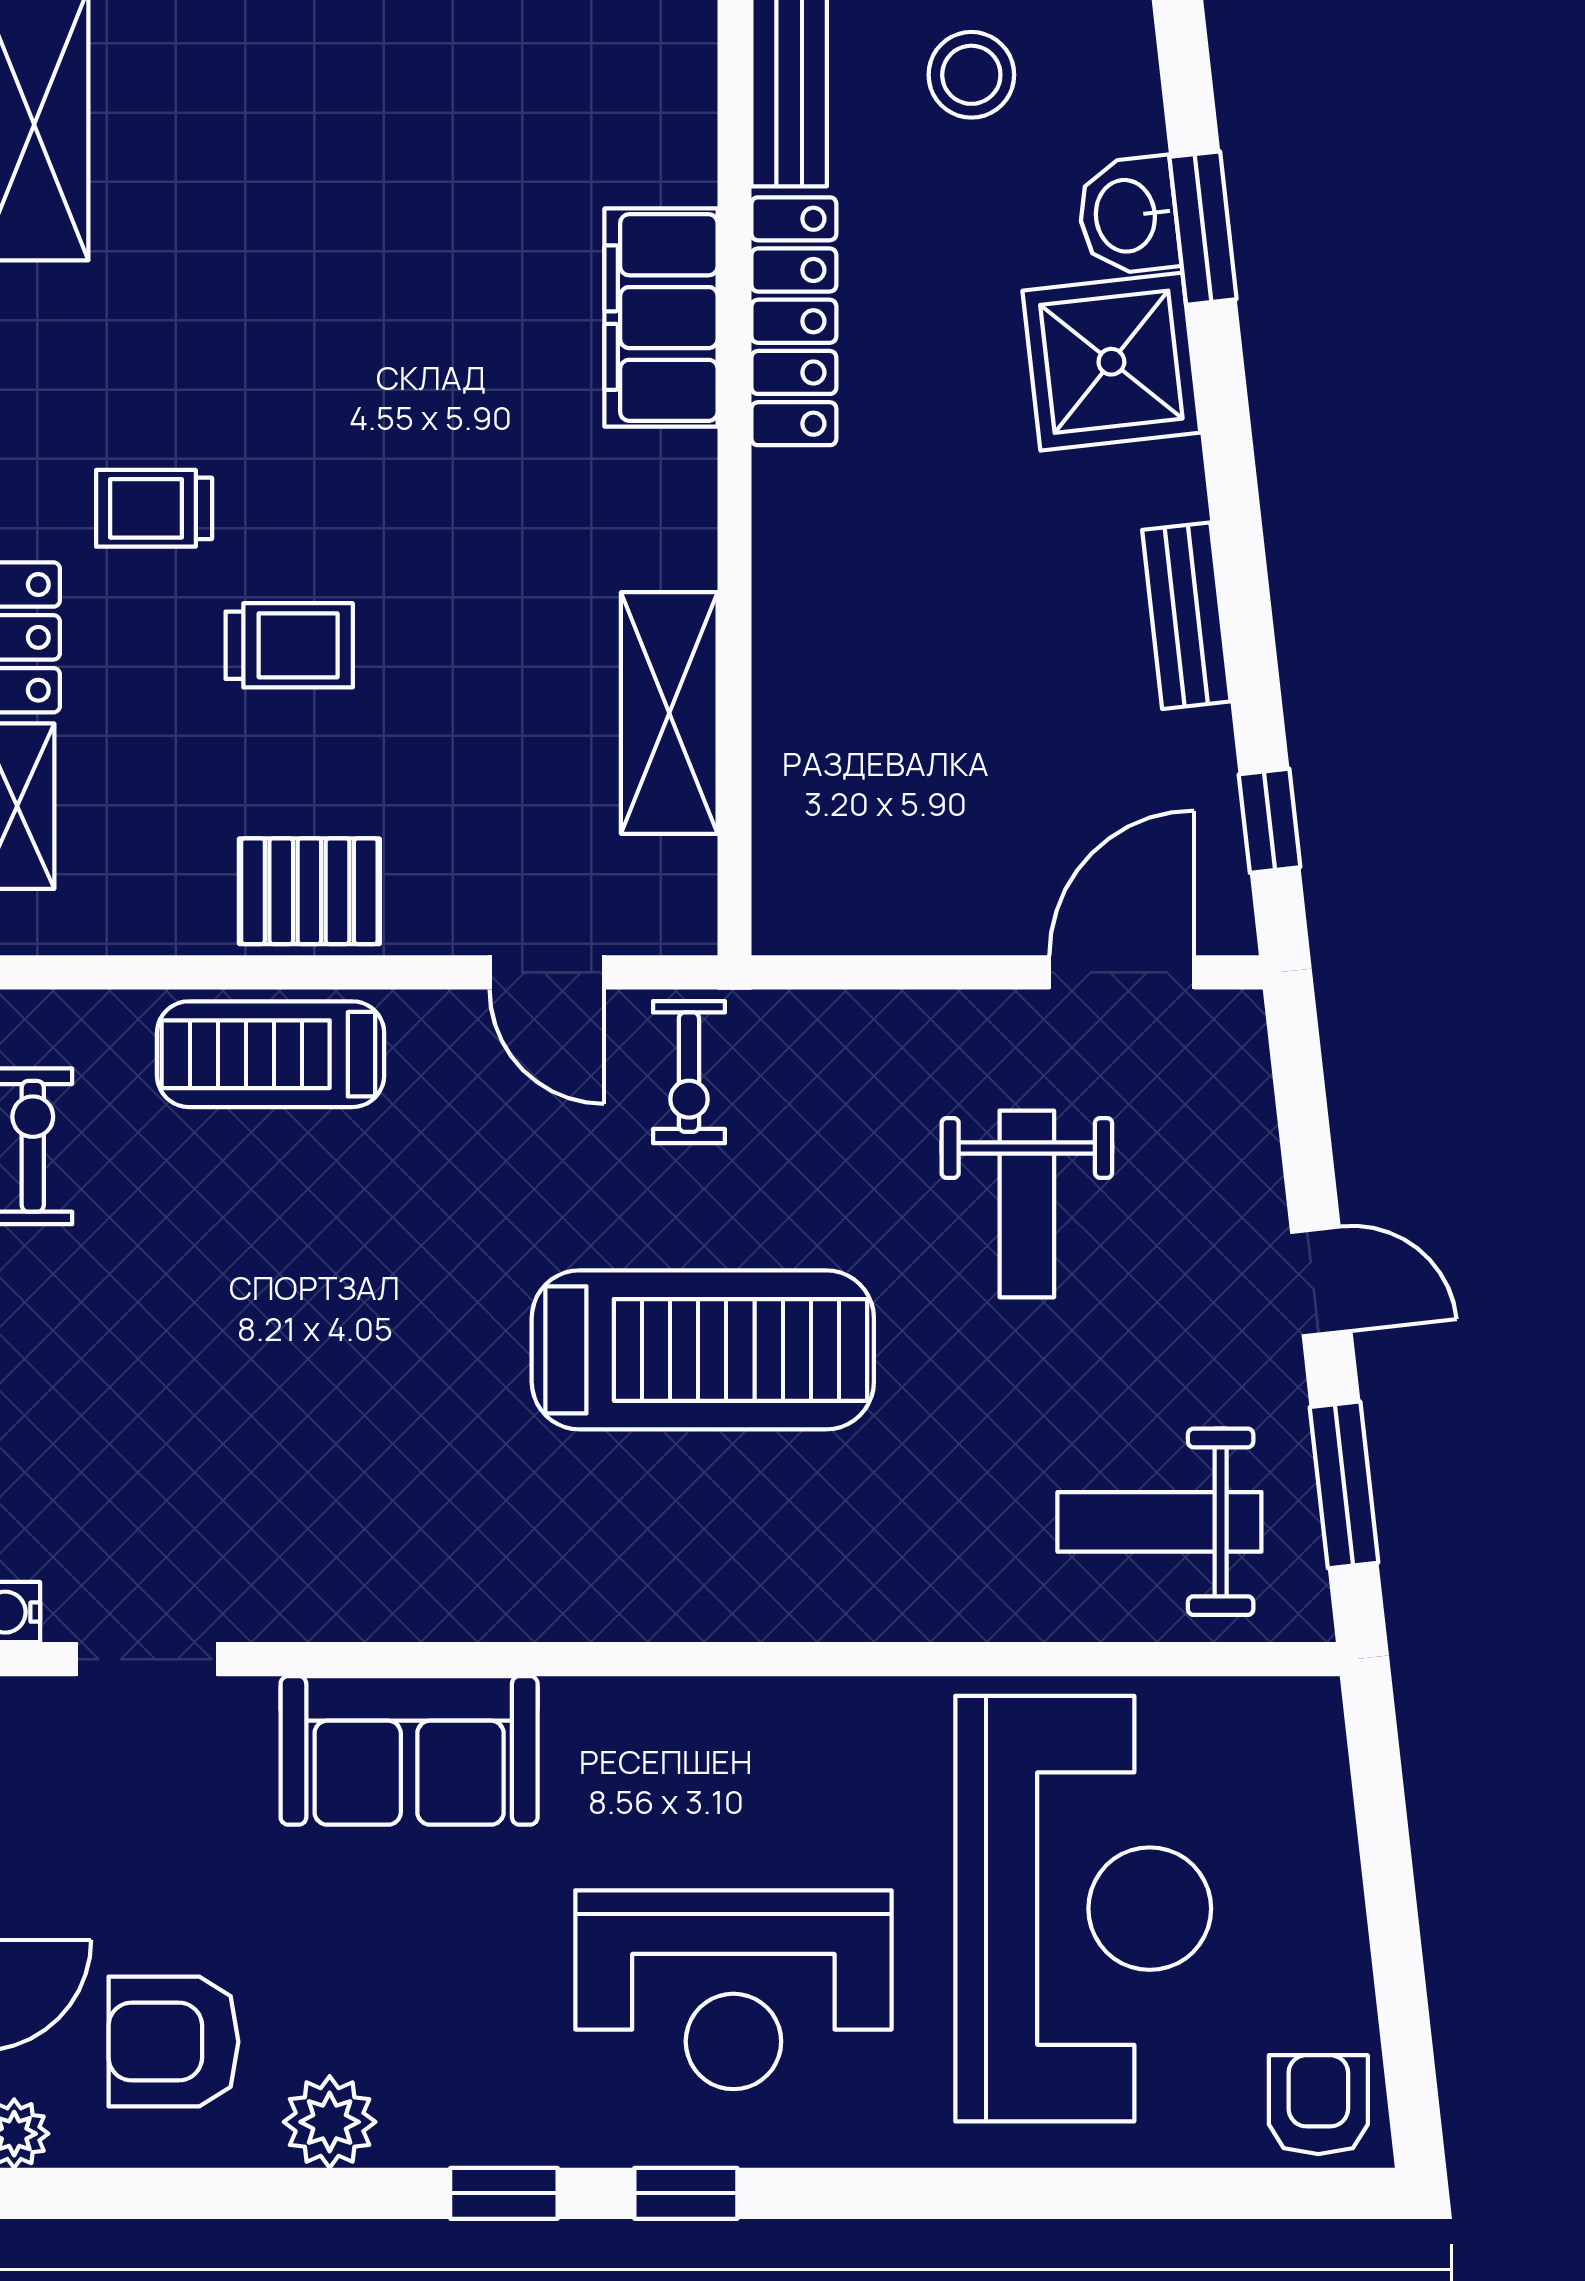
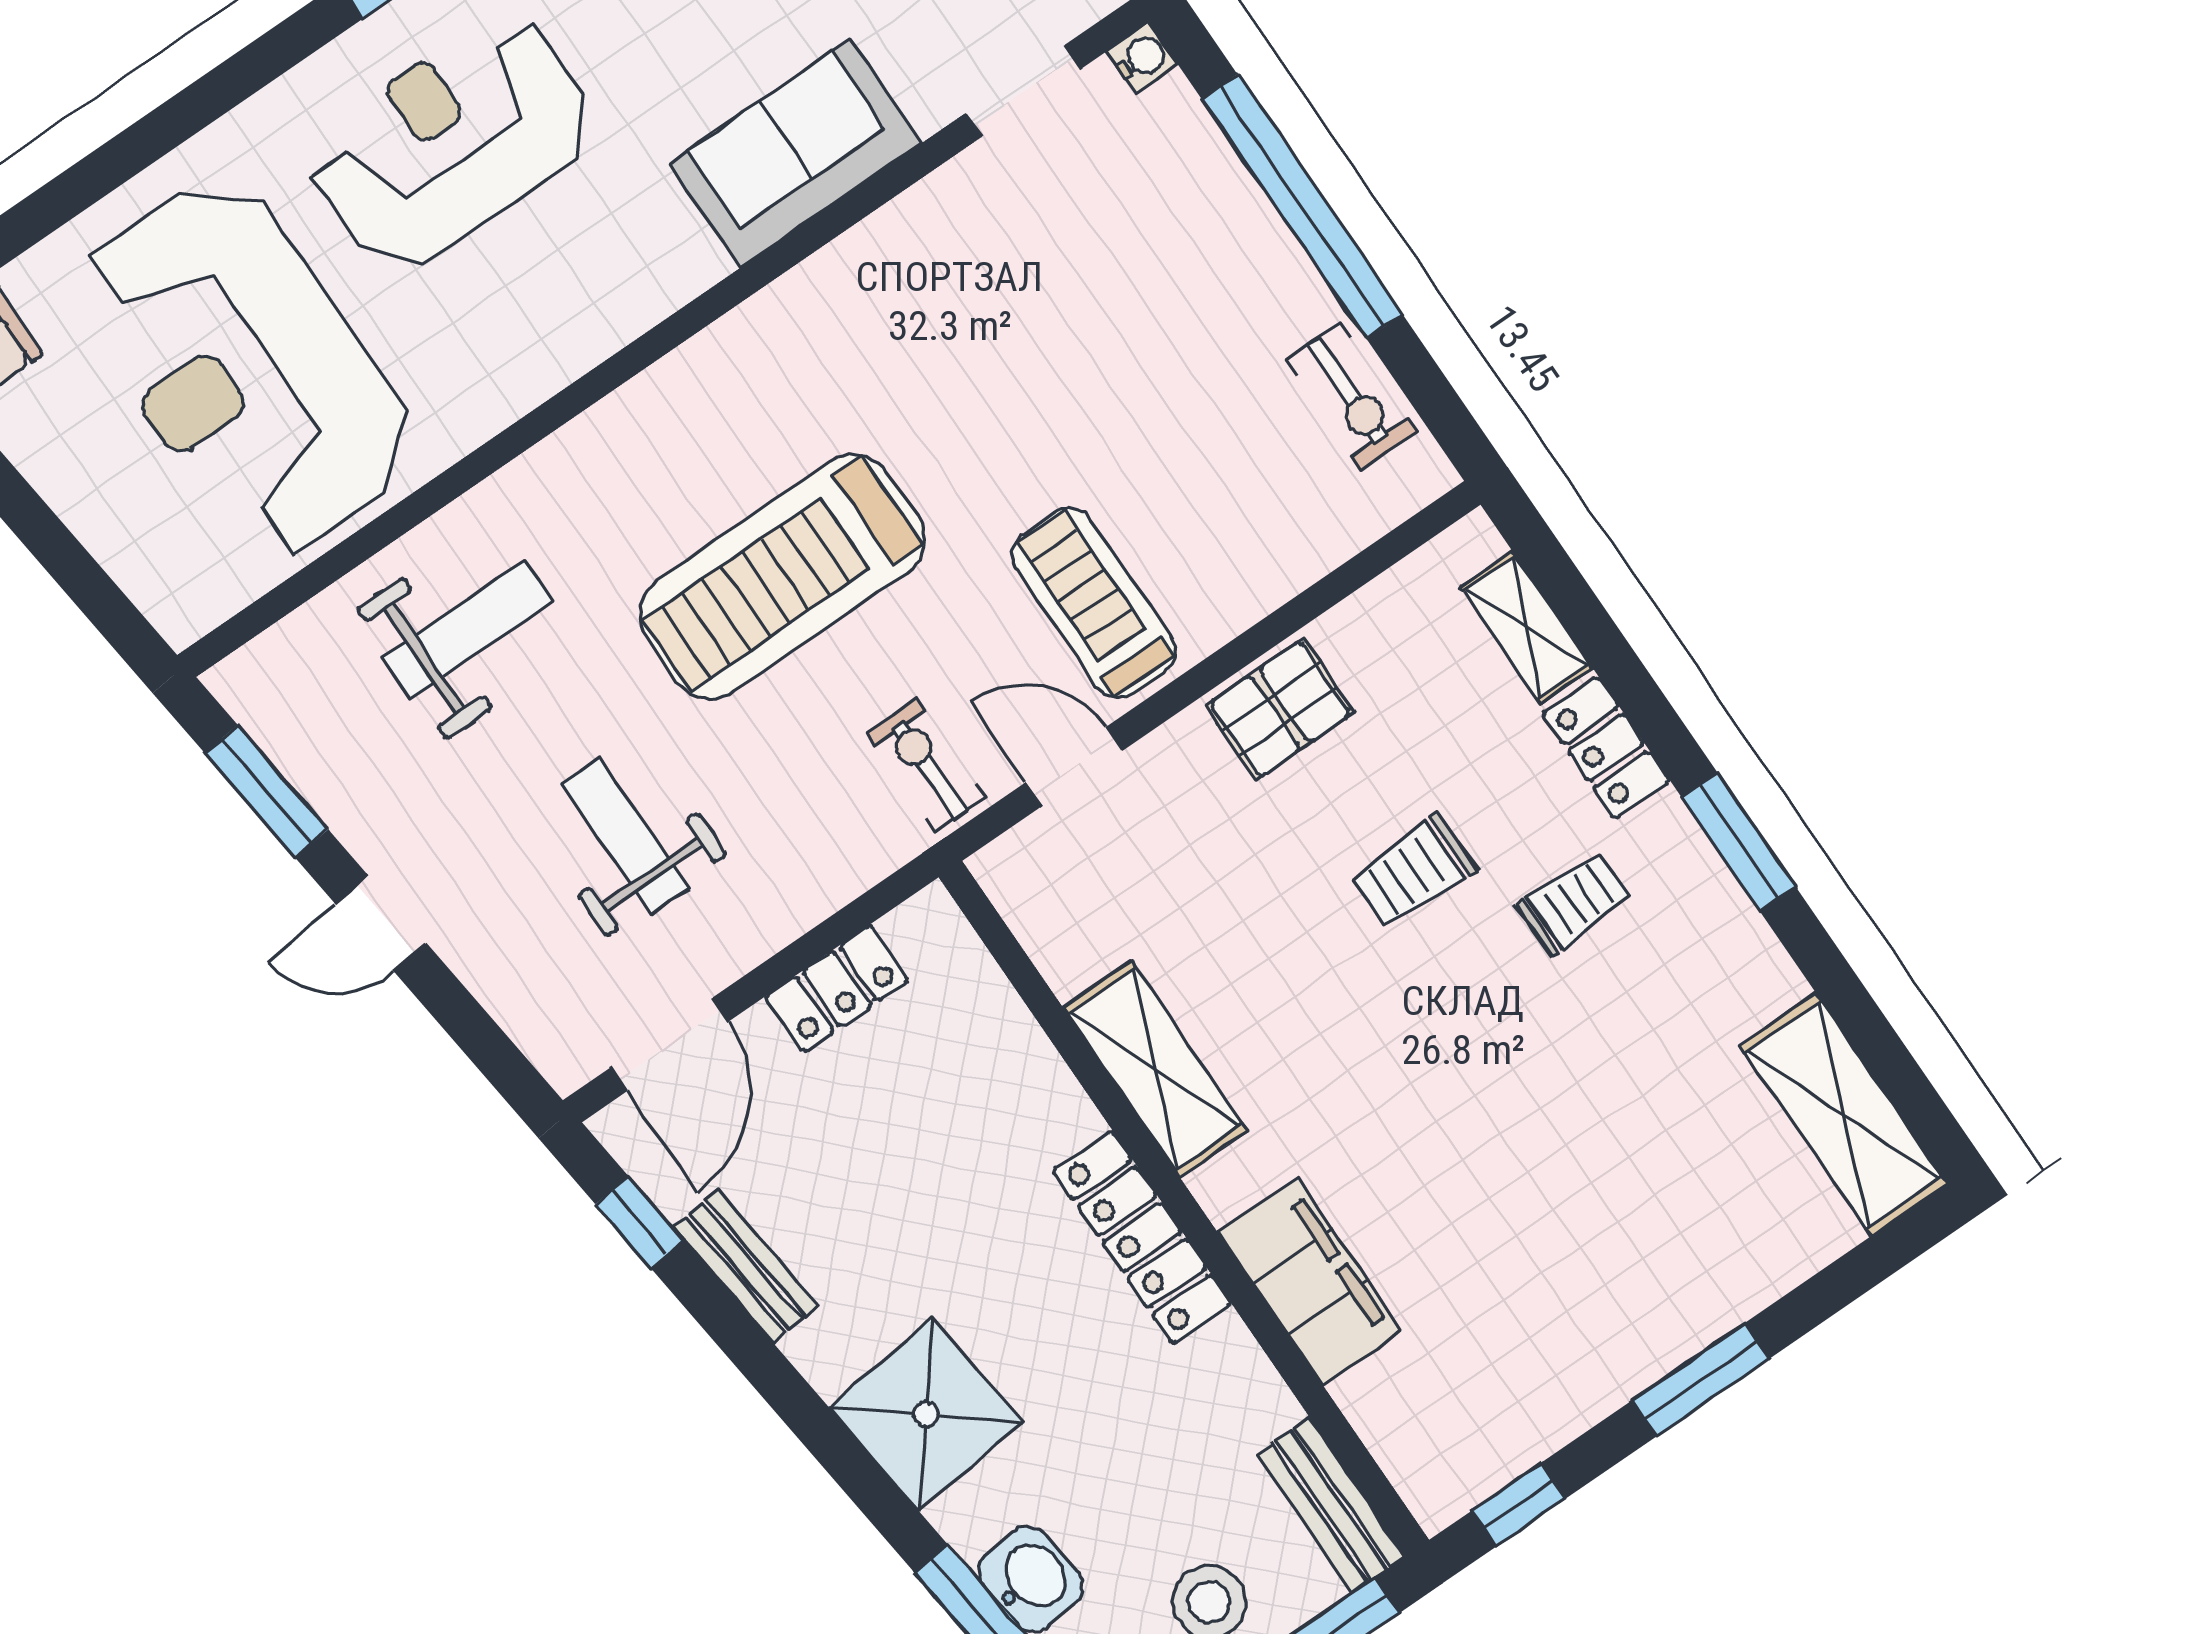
locker: (794, 321) -> (1142, 1237), moved
shower: (1111, 362) -> (926, 1414), moved
bench: (1186, 616) -> (746, 1267), moved
shelving: (669, 713) -> (1155, 1069), moved
locker: (924, 915) -> (837, 989), added
treadmill: (271, 1054) -> (1093, 603), moved, turned -90
weight bench: (1159, 1522) -> (468, 629), moved

